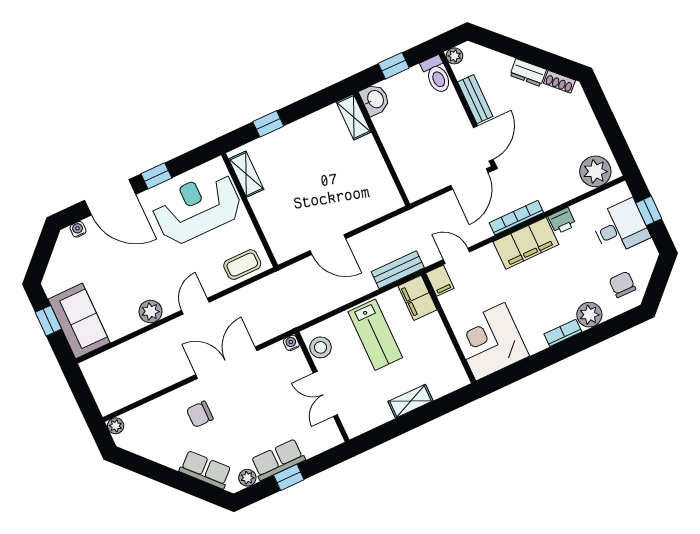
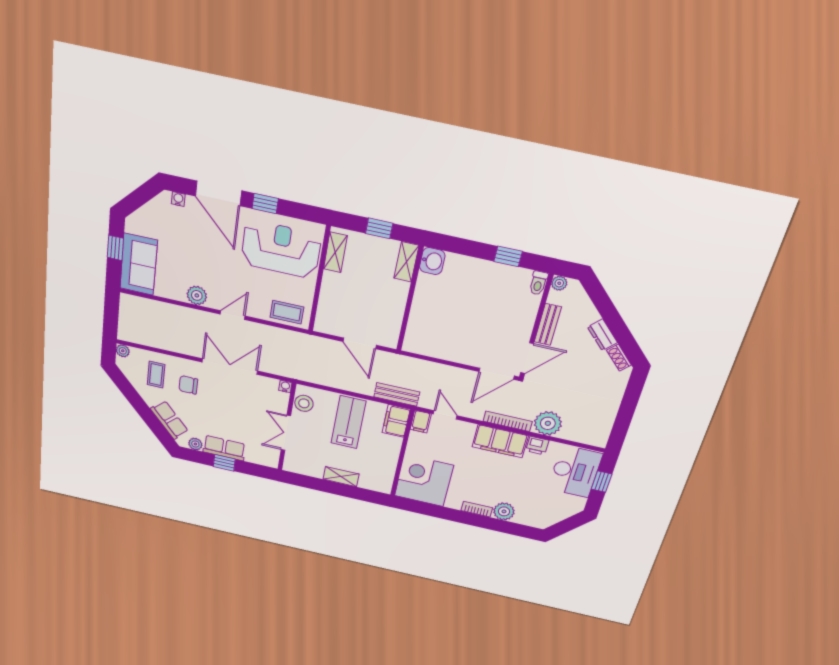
toilet: (437, 75) -> (538, 283), width x0.73, depth x0.72
washbasin: (375, 99) -> (432, 261), moved
shelving: (354, 117) -> (406, 262), moved
wall: (382, 149) -> (410, 299), moved
plant: (595, 171) -> (548, 423), moved
desk: (620, 227) -> (575, 471), width x1.37
chair: (622, 284) -> (542, 510), removed
lab bench: (375, 335) -> (348, 422), turned 180
coffee table: (162, 427) -> (156, 375), added

